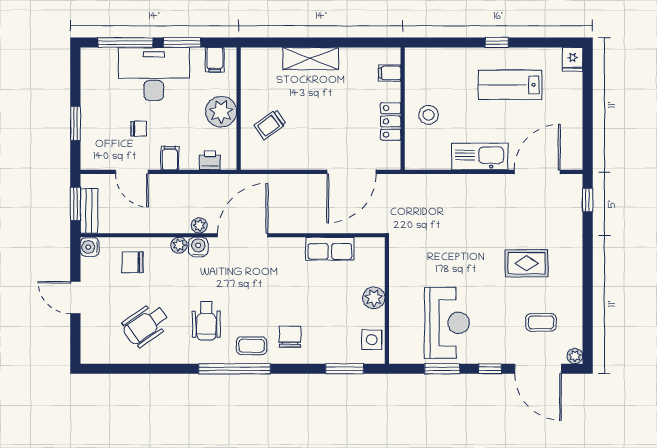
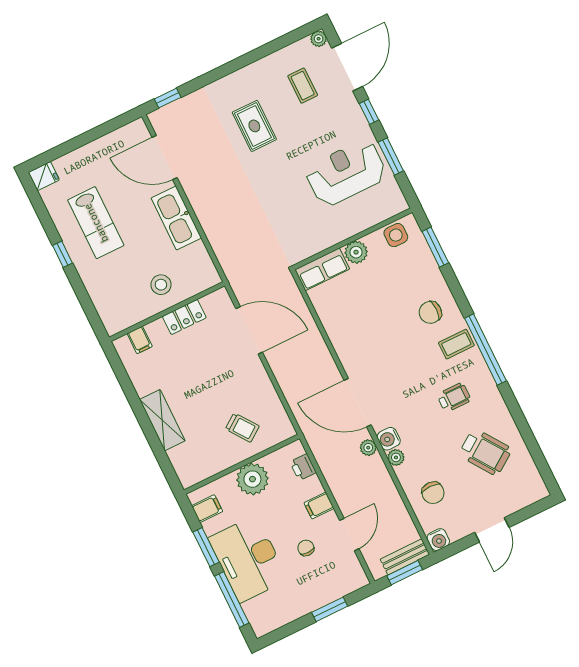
row of seats: (330, 249) -> (322, 269), moved, turned 90
wheelchair: (206, 321) -> (454, 397), width x0.73, depth x0.73
coffee table: (252, 346) -> (456, 344), turned 90

